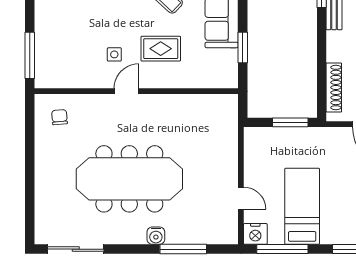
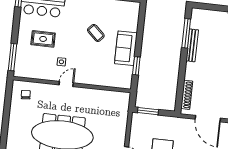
rug: (161, 49) -> (43, 39), moved
window: (290, 122) -> (148, 111), moved

